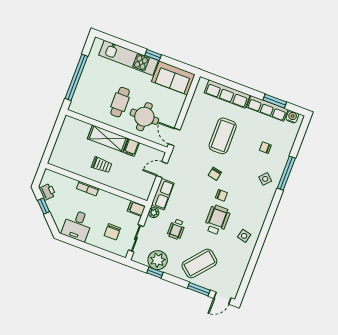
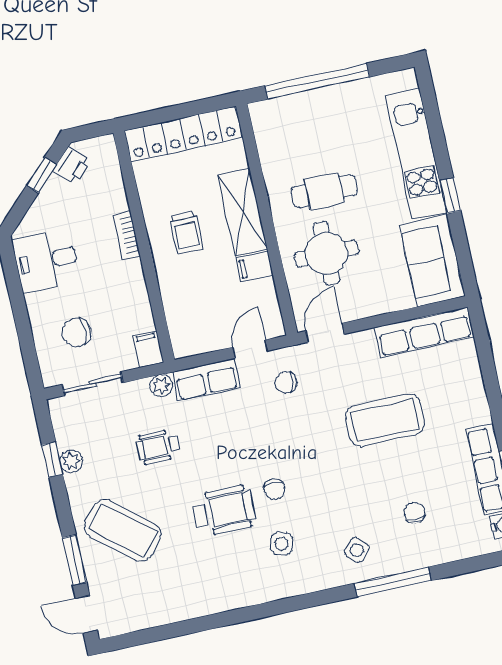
row of seats: (227, 94) -> (424, 332), moved, turned -90
locker: (63, 142) -> (183, 134), added
door: (162, 170) -> (250, 349), hinge flipped
chair: (215, 174) -> (286, 382), moved
side table: (244, 236) -> (282, 544), moved
plant: (158, 260) -> (71, 461), width x0.53, depth x0.53

